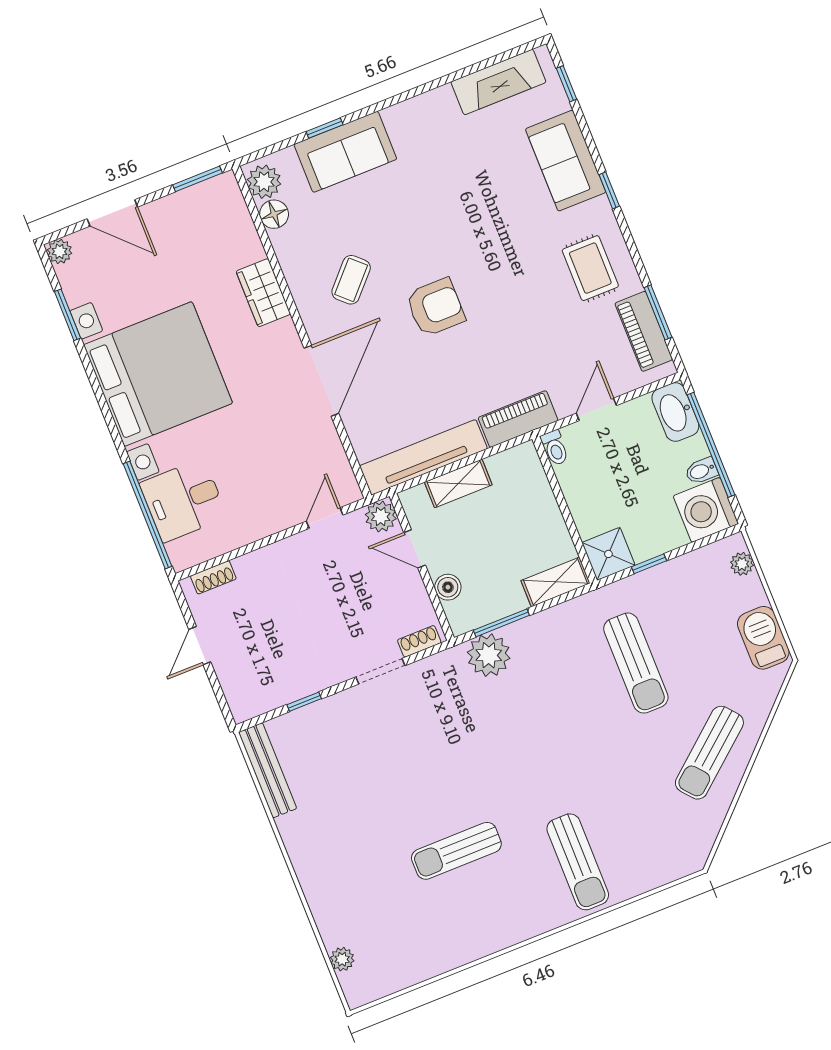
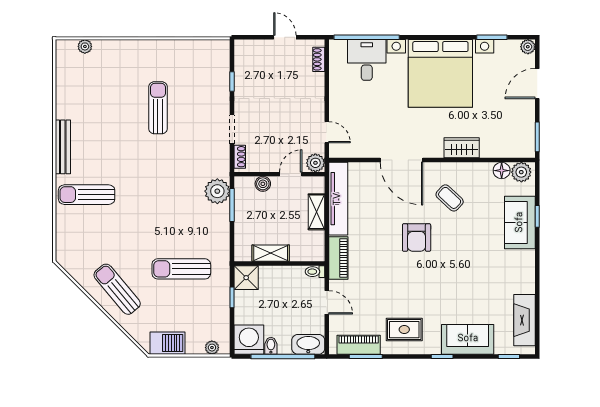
shelving: (555, 582) -> (271, 253), moved, turned 90
bench: (268, 770) -> (63, 147), moved, turned 90
sun lounger: (456, 851) -> (158, 108), moved

